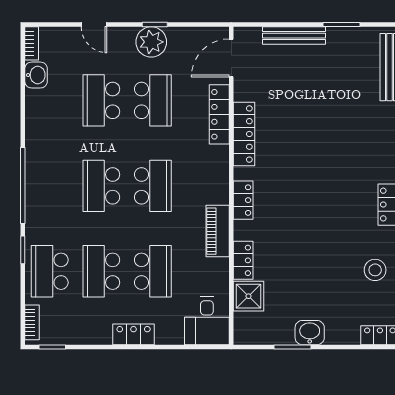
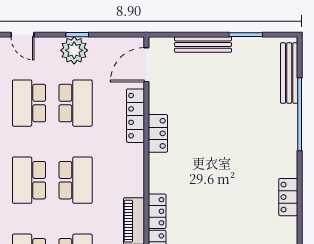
locker: (244, 134) -> (158, 133), width x0.66
locker: (243, 200) -> (157, 211), moved

